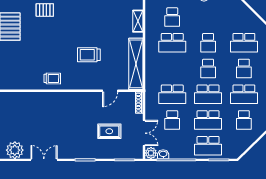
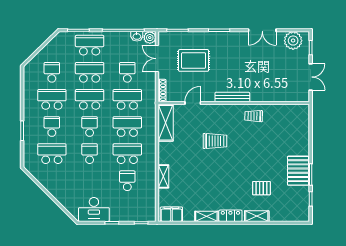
shelving: (136, 64) -> (166, 123), width x0.68
school desk: (172, 69) -> (127, 127), added
bench: (72, 97) -> (232, 97), added
rug: (109, 131) -> (194, 60), width x1.36, depth x1.43

